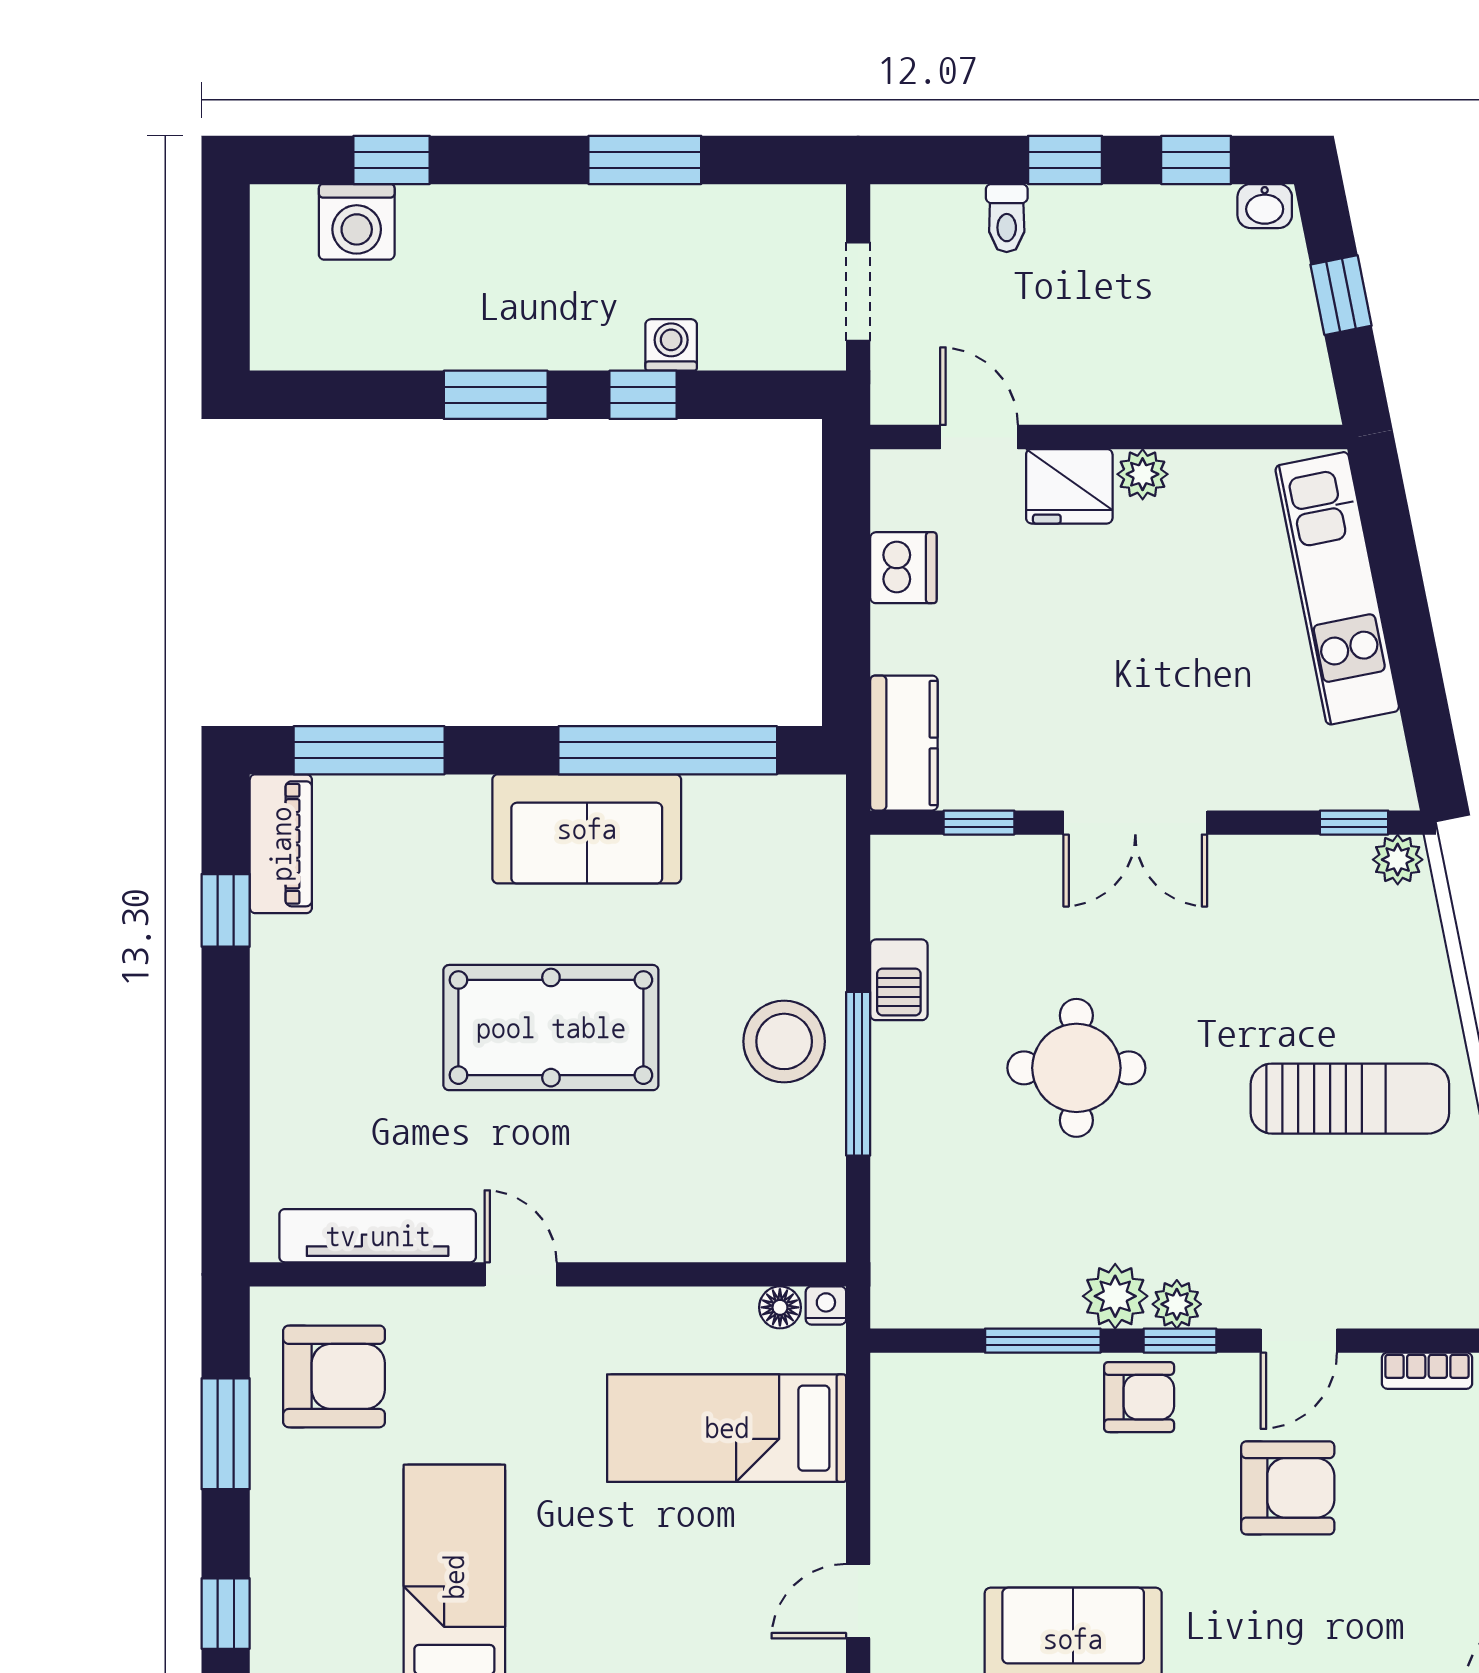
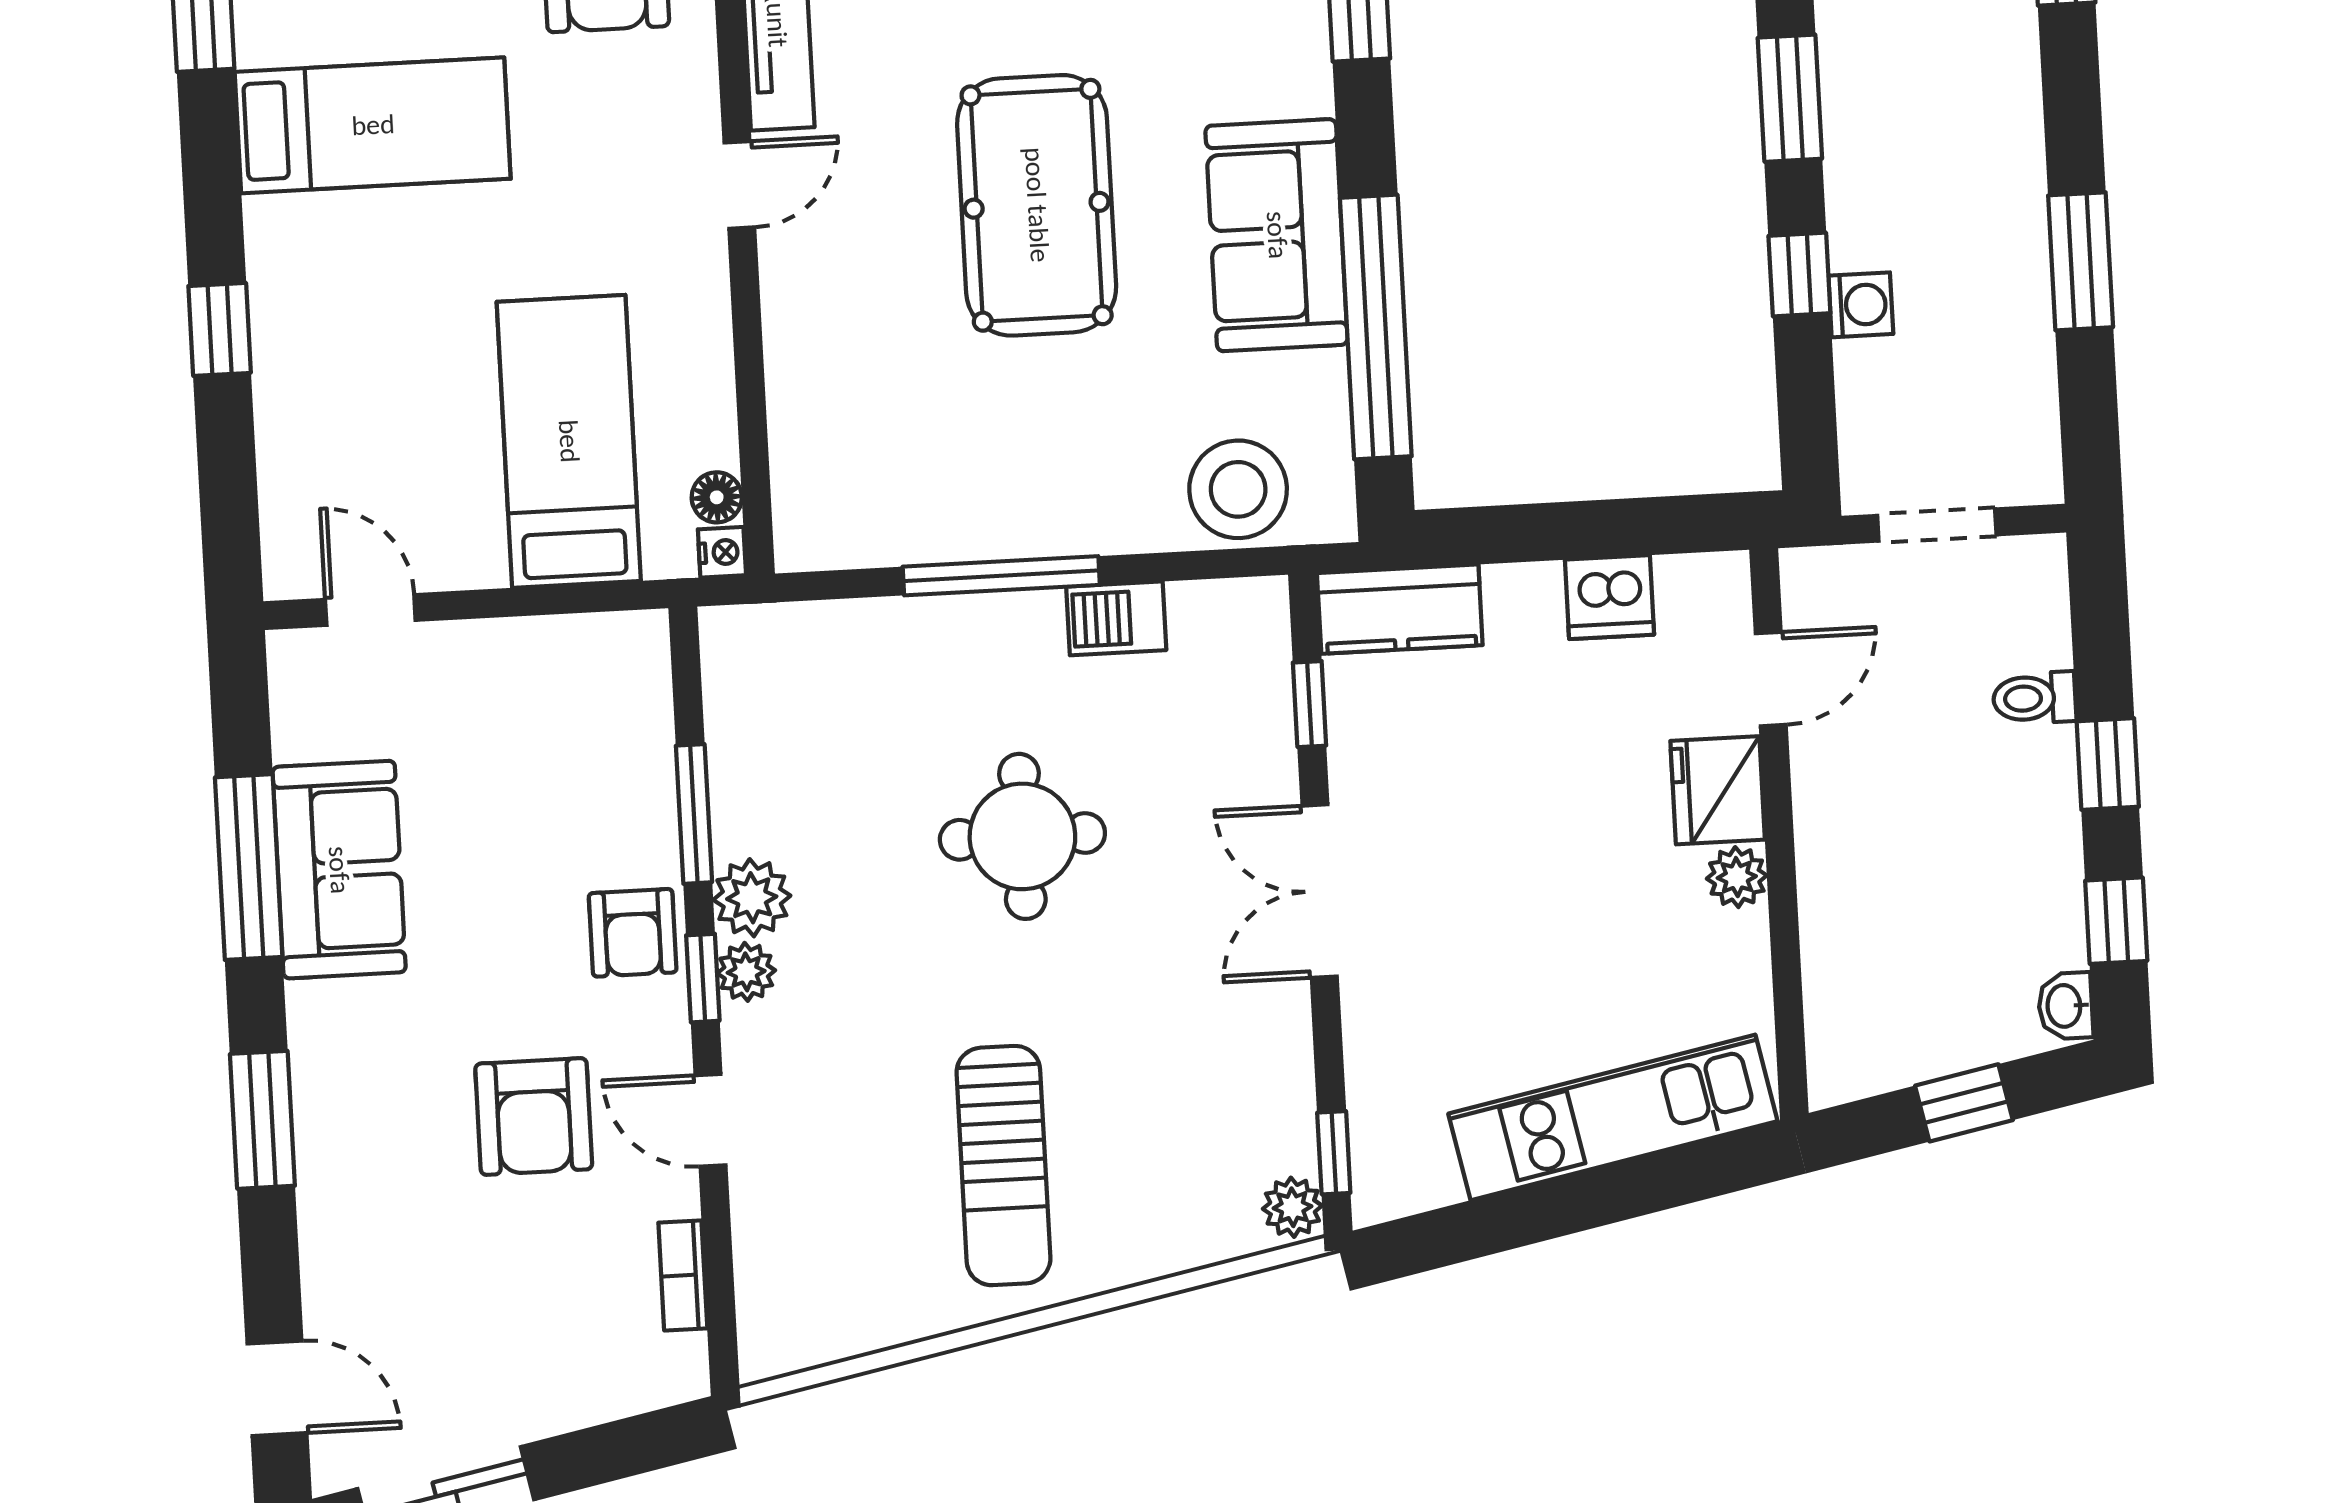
stool: (784, 1041) -> (1238, 489), moved

